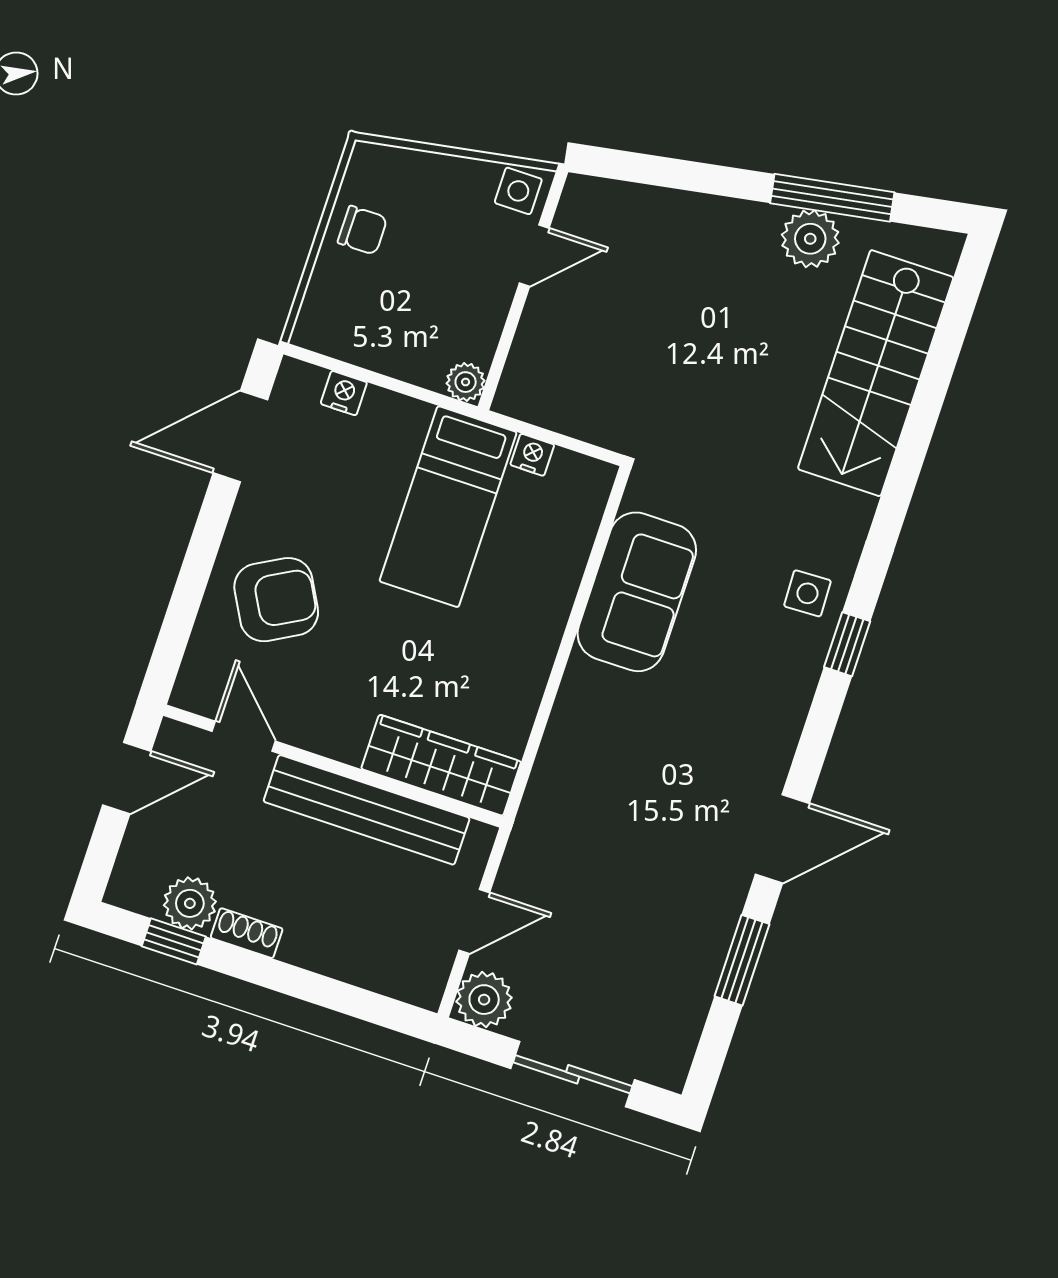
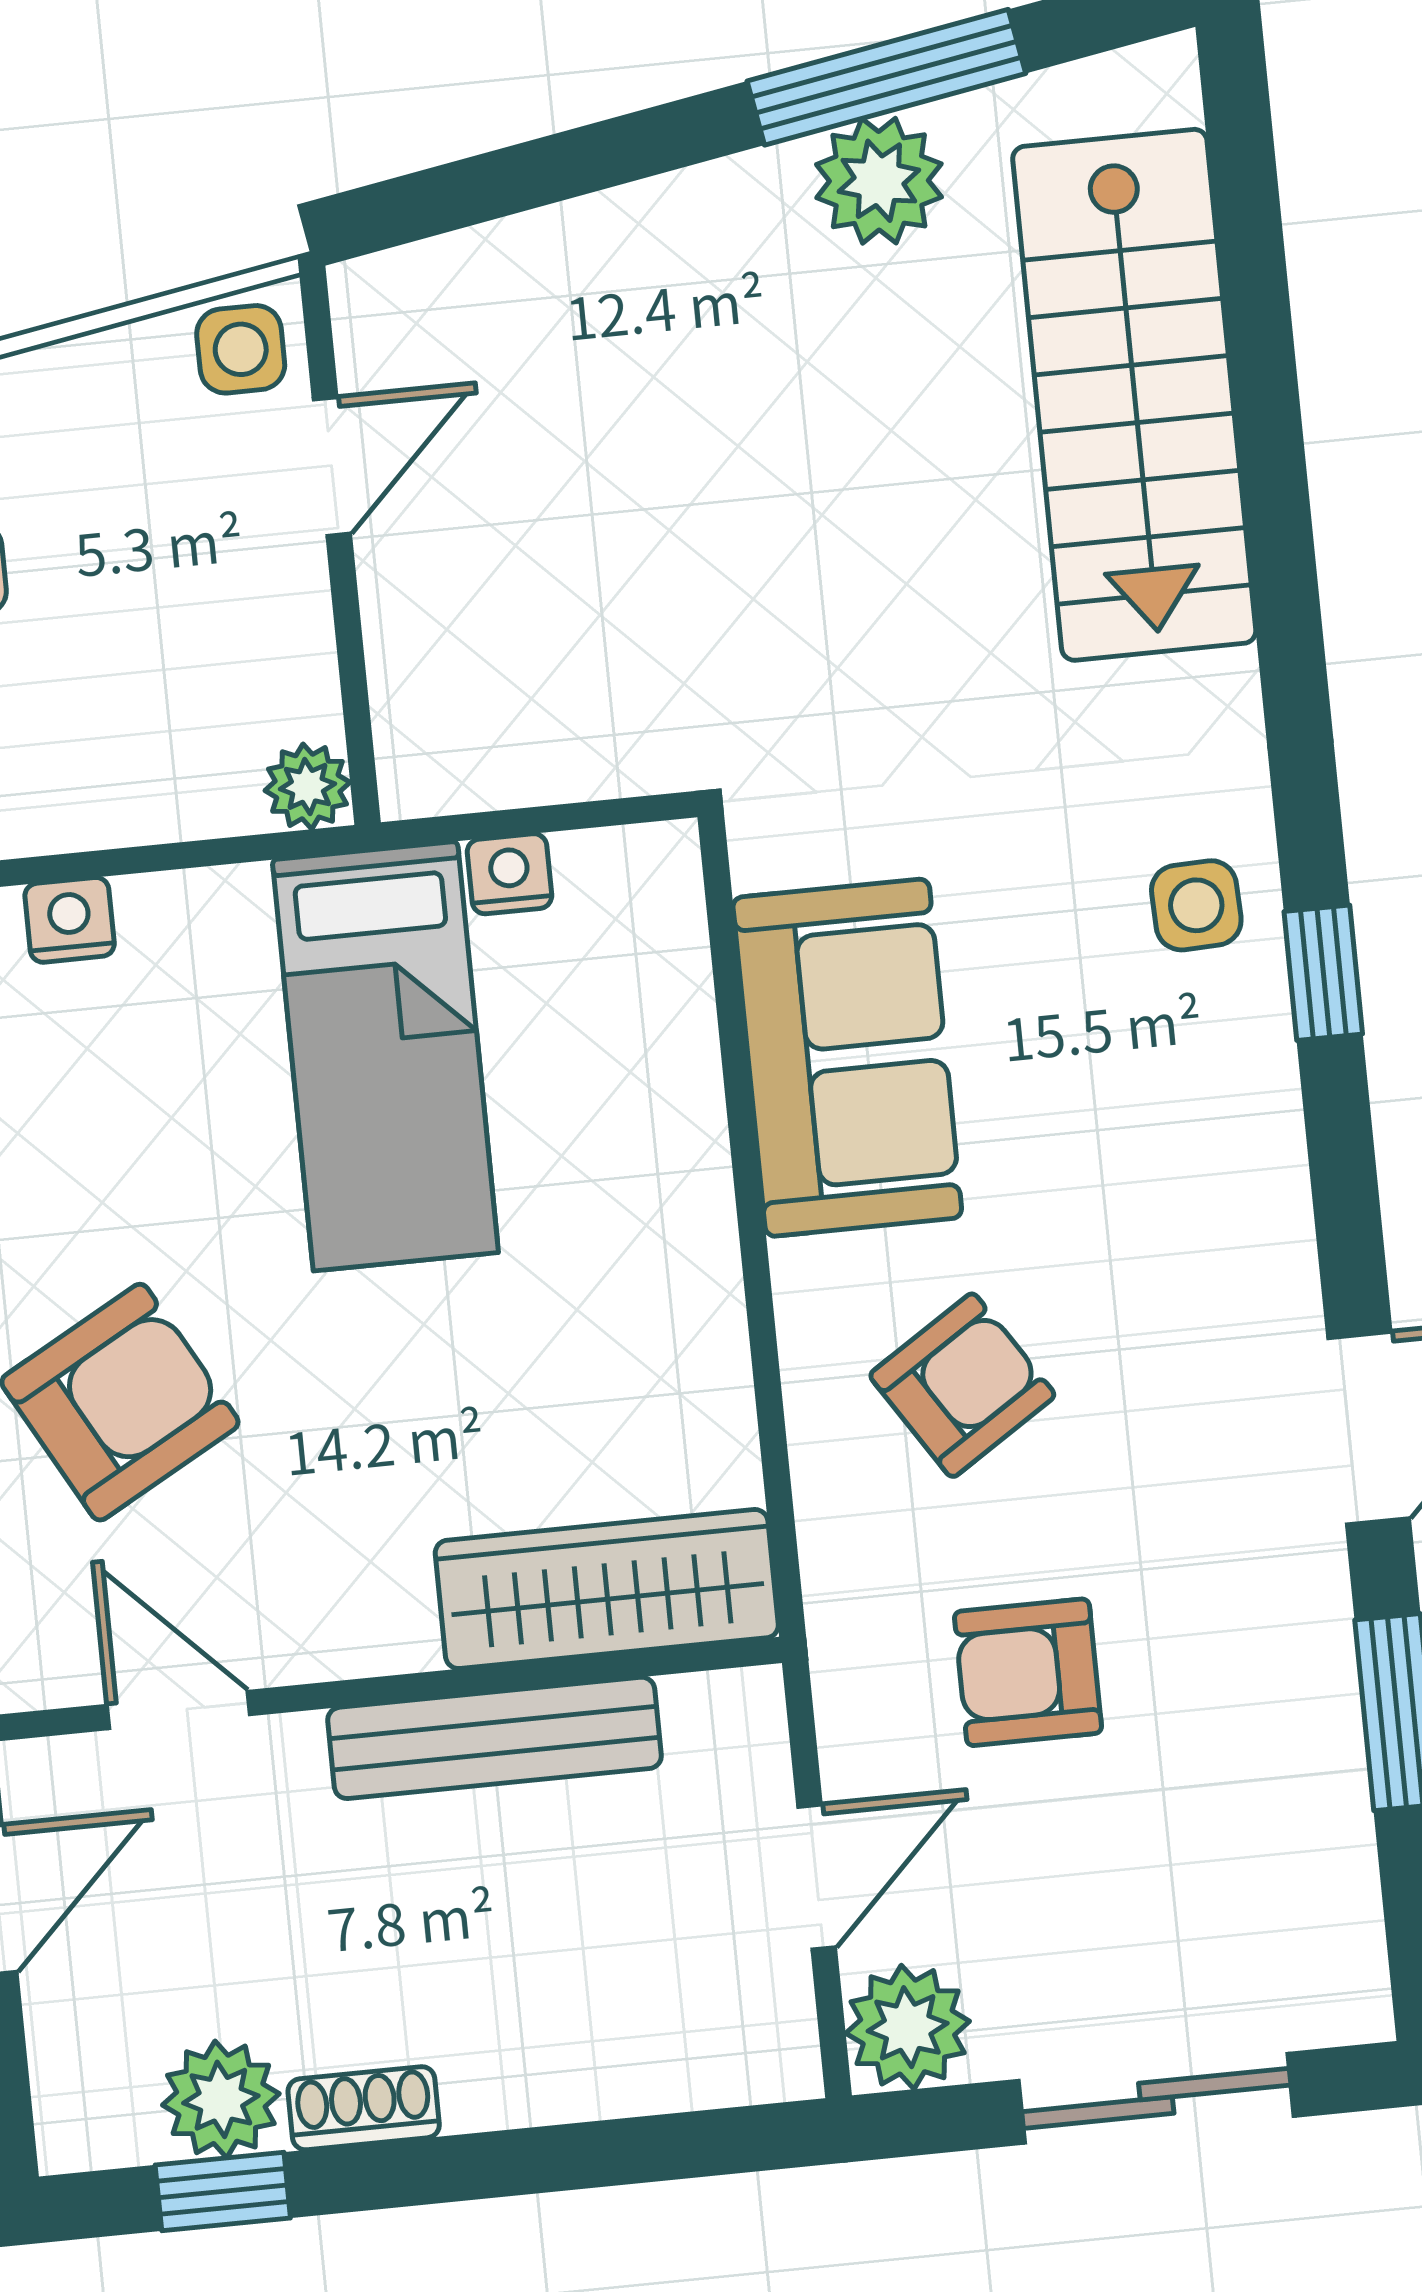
armchair: (624, 747) -> (962, 1385), added
bench: (367, 810) -> (495, 1738), width x0.73, depth x0.82
armchair: (598, 876) -> (1028, 1672), added

